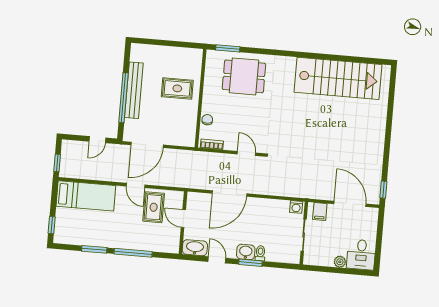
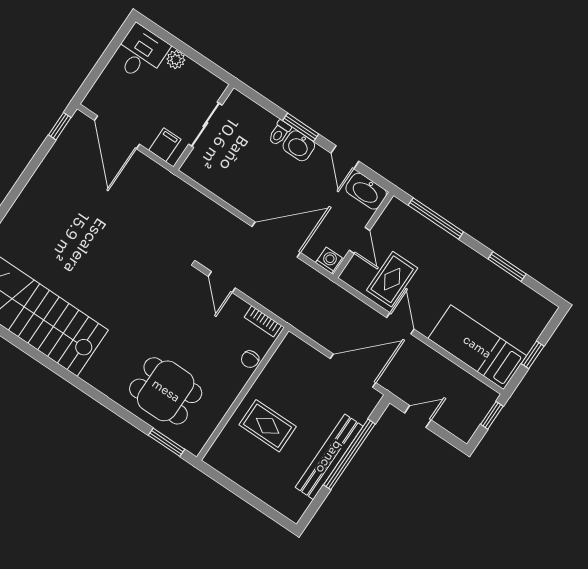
washing machine: (296, 207) -> (329, 260), moved
window: (52, 225) -> (533, 355), moved
window: (133, 253) -> (436, 218), moved

